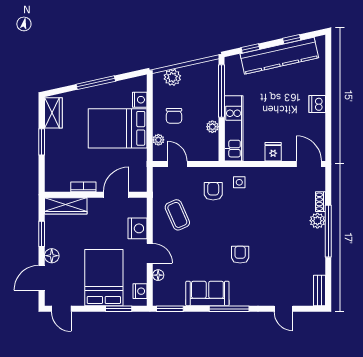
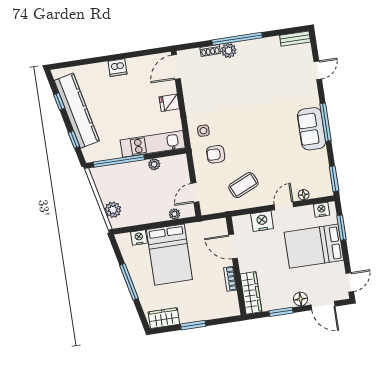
chair: (174, 116) -> (149, 203), removed
armchair: (240, 255) -> (272, 119), removed
sofa: (207, 293) -> (312, 129), moved

